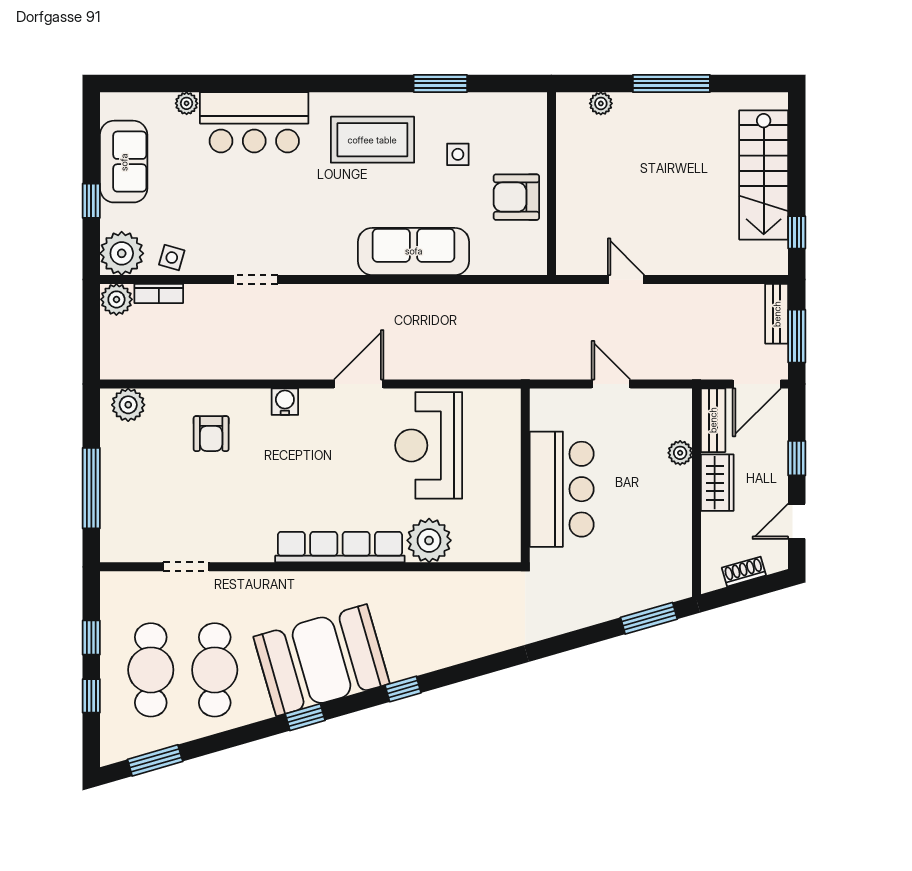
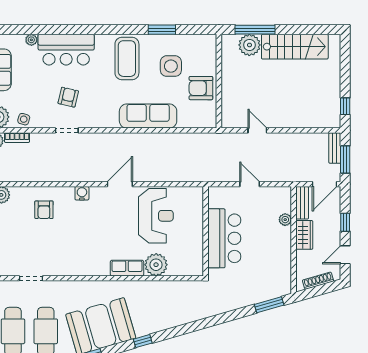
window: (671, 83) -> (255, 30), moved
plant: (601, 103) -> (249, 45), width x1.88, depth x1.88
coffee table: (372, 140) -> (127, 59), turned 90
side table: (458, 154) -> (171, 66), width x1.87, depth x1.87
stairs: (764, 175) -> (295, 47), moved, turned -90
armchair: (258, 215) -> (68, 97), added
reception desk: (429, 445) -> (156, 216), turned 180
row of seats: (340, 547) -> (127, 268), width x0.50
shoe rack: (744, 572) -> (318, 281), width x1.43

